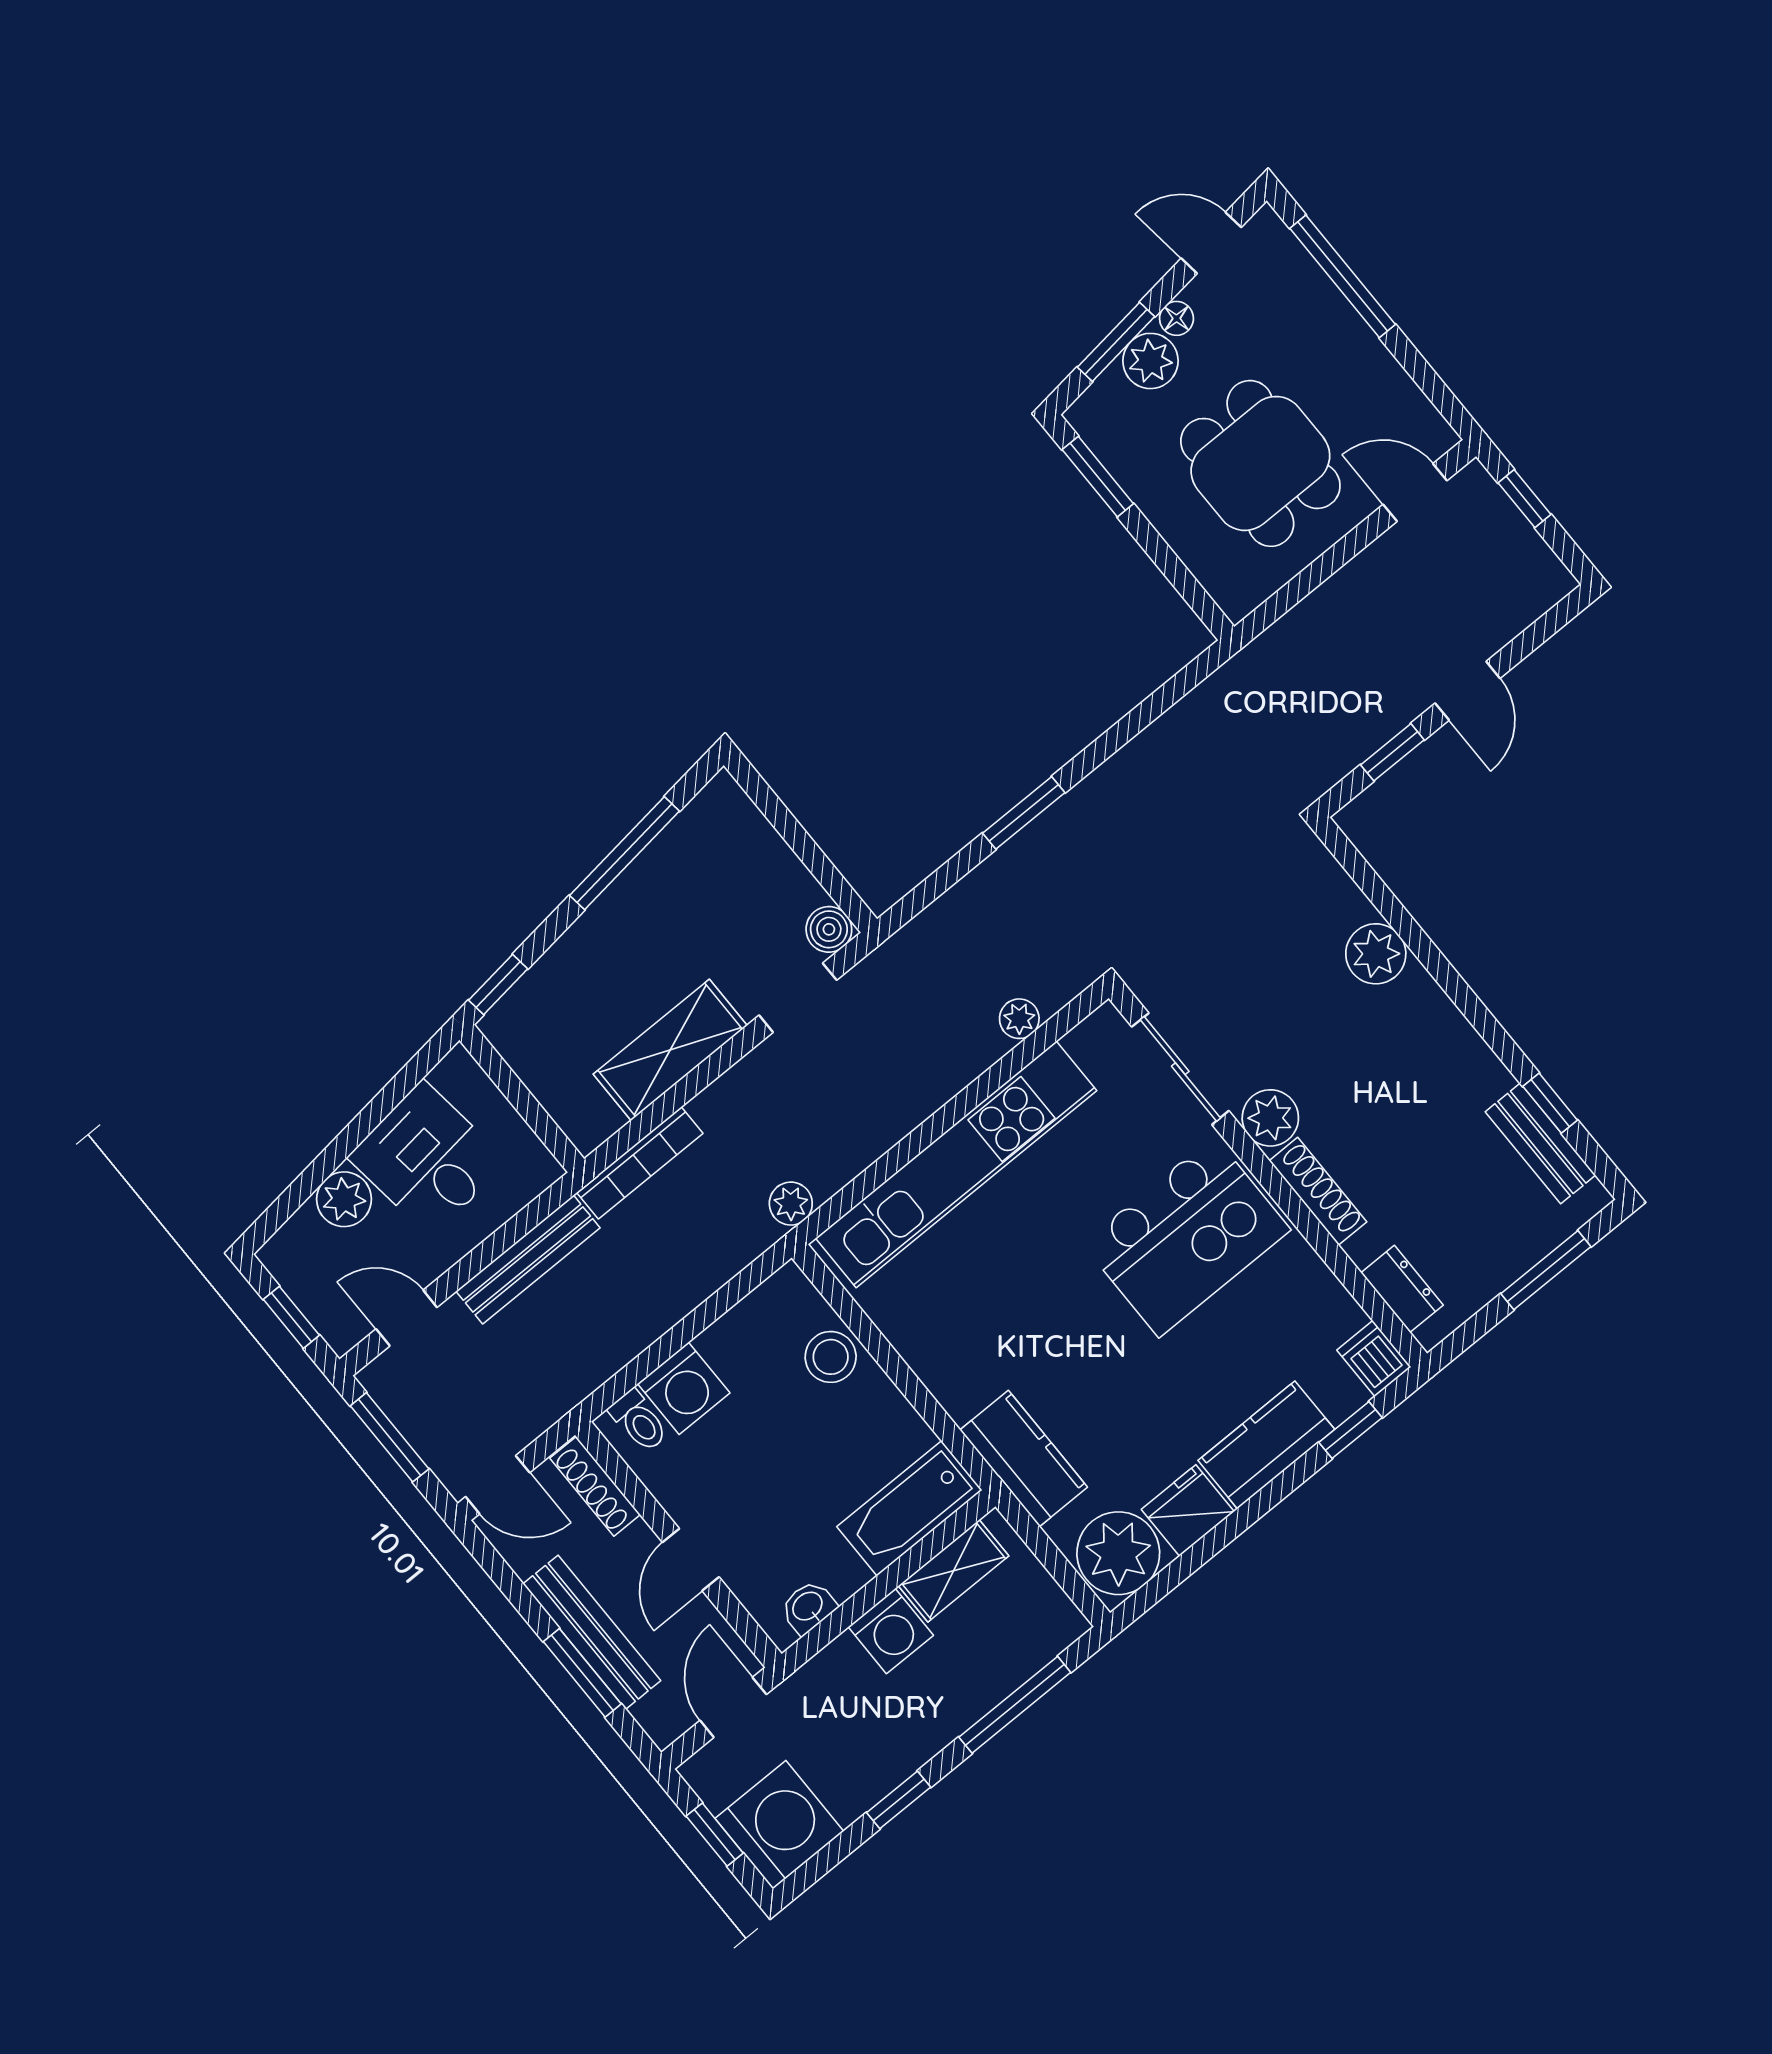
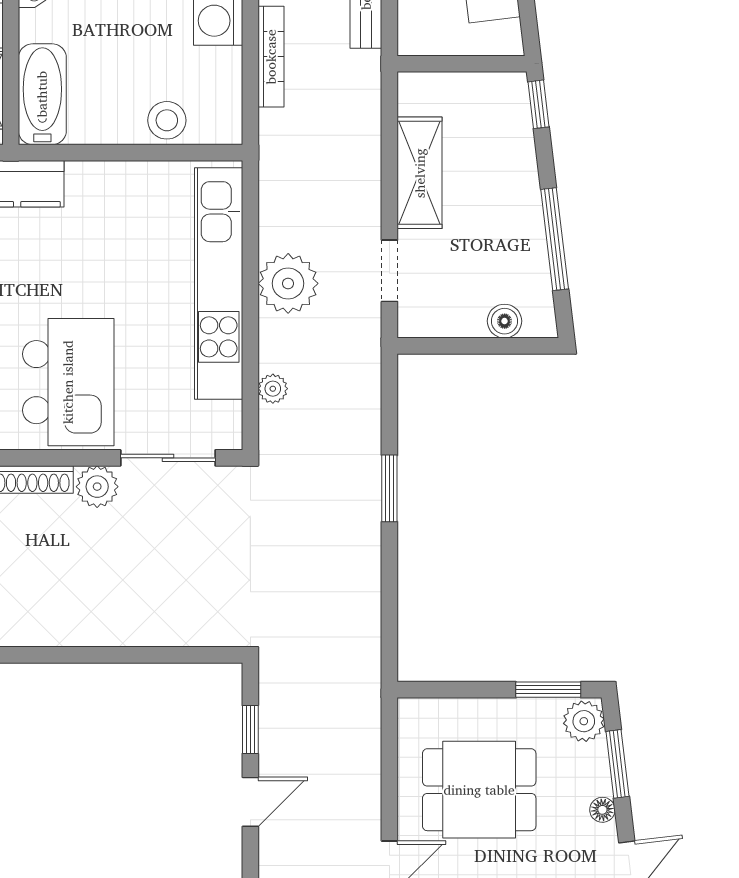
plant: (1150, 361) -> (584, 721), moved
door: (1468, 691) -> (250, 802), swing flipped
boiler: (829, 929) -> (505, 321), moved
plant: (1376, 954) -> (142, 625), removed
bookcase: (640, 1163) -> (271, 57), moved, turned 180
plant: (791, 1204) -> (288, 283), moved, width x1.88, depth x1.88
kitchen island: (1186, 1237) -> (68, 382), turned 180

